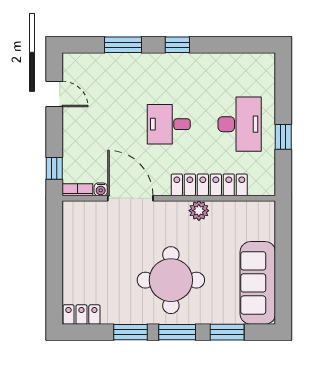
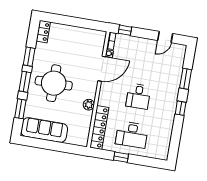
desk: (169, 124) -> (138, 96), turned 180
locker: (209, 185) -> (99, 127), moved

